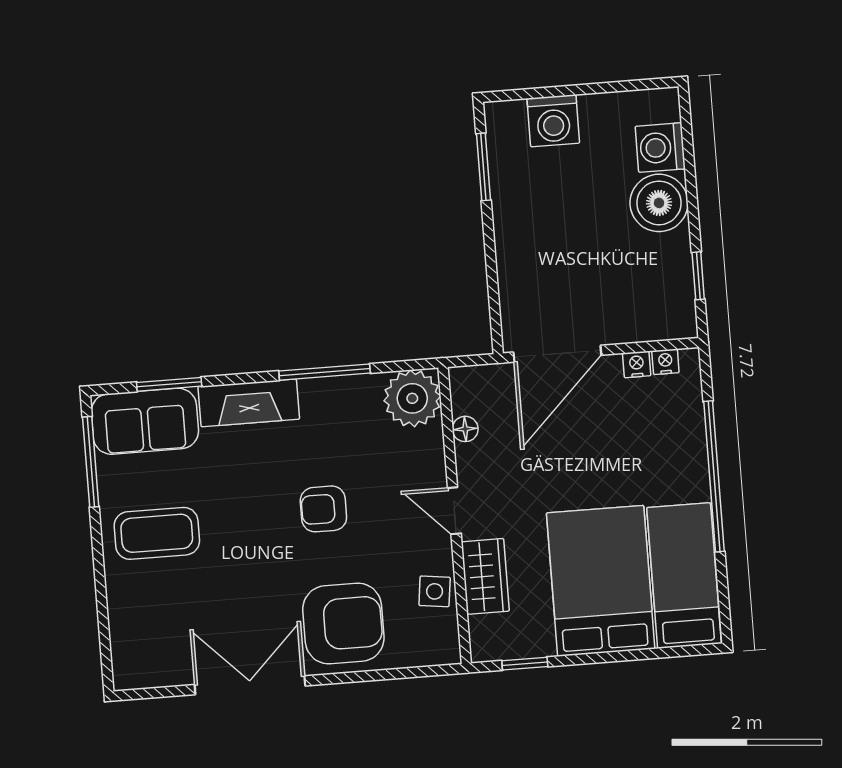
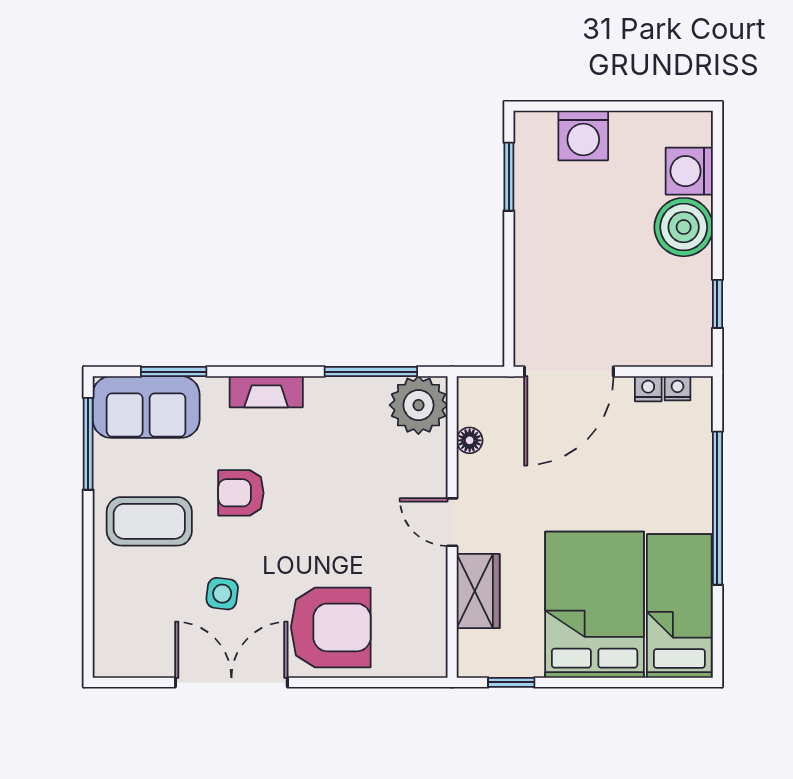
window: (325, 372) -> (371, 372), moved
fireplace: (249, 403) -> (266, 392), width x0.73, depth x0.76
armchair: (323, 509) -> (241, 493), moved
side table: (435, 591) -> (222, 594), moved

